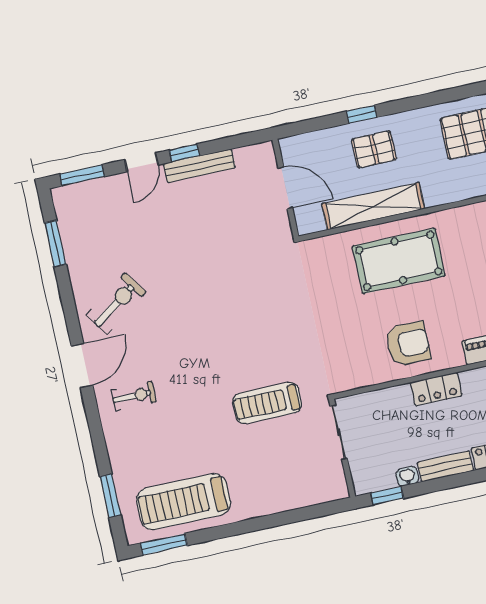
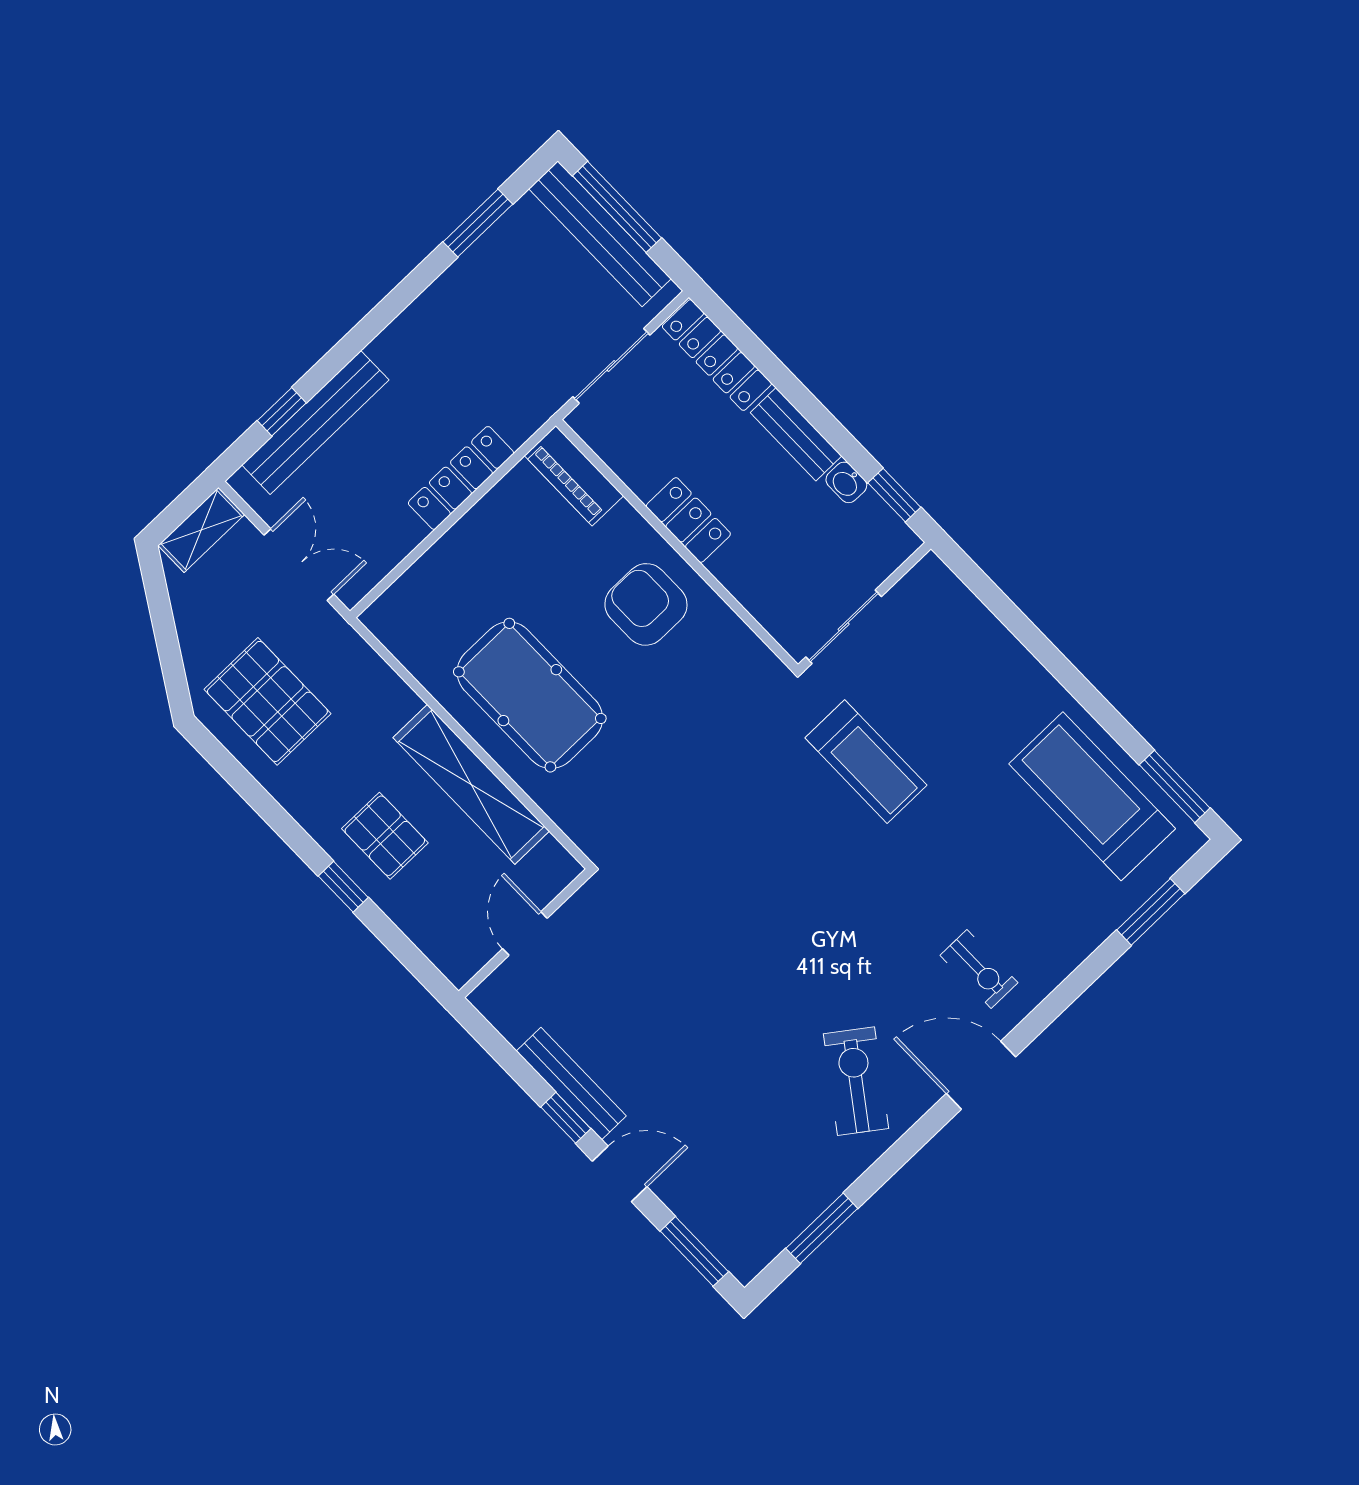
door: (285, 188) -> (525, 933), width x0.73
exercise bike: (116, 304) -> (856, 1081), turned 71
exercise bike: (134, 396) -> (979, 969), turned 180
treadmill: (183, 502) -> (1092, 796), turned 180

